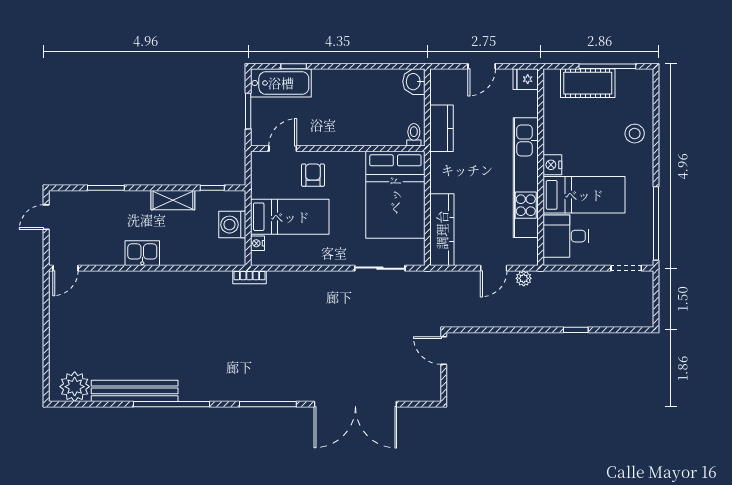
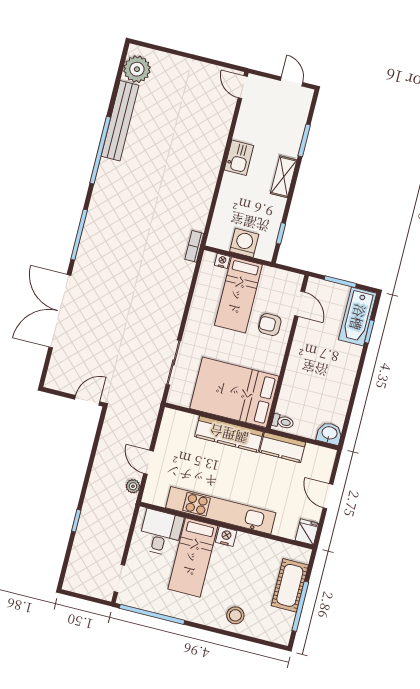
armchair: (313, 175) -> (270, 324), turned 180
shelving: (173, 200) -> (284, 177), moved
kitchen counter: (442, 230) -> (229, 434), moved

